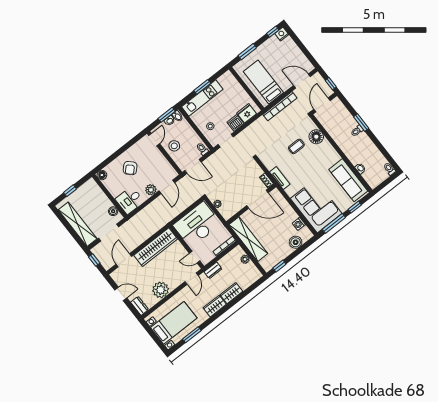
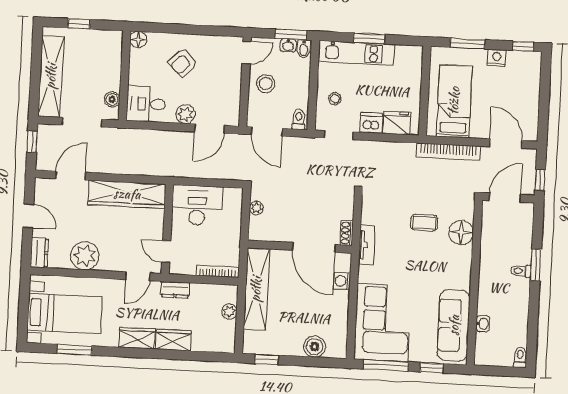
nightstand: (282, 34) -> (497, 58), moved
washing machine: (299, 224) -> (342, 281), moved
desk: (197, 225) -> (197, 205), width x0.73, depth x0.77

